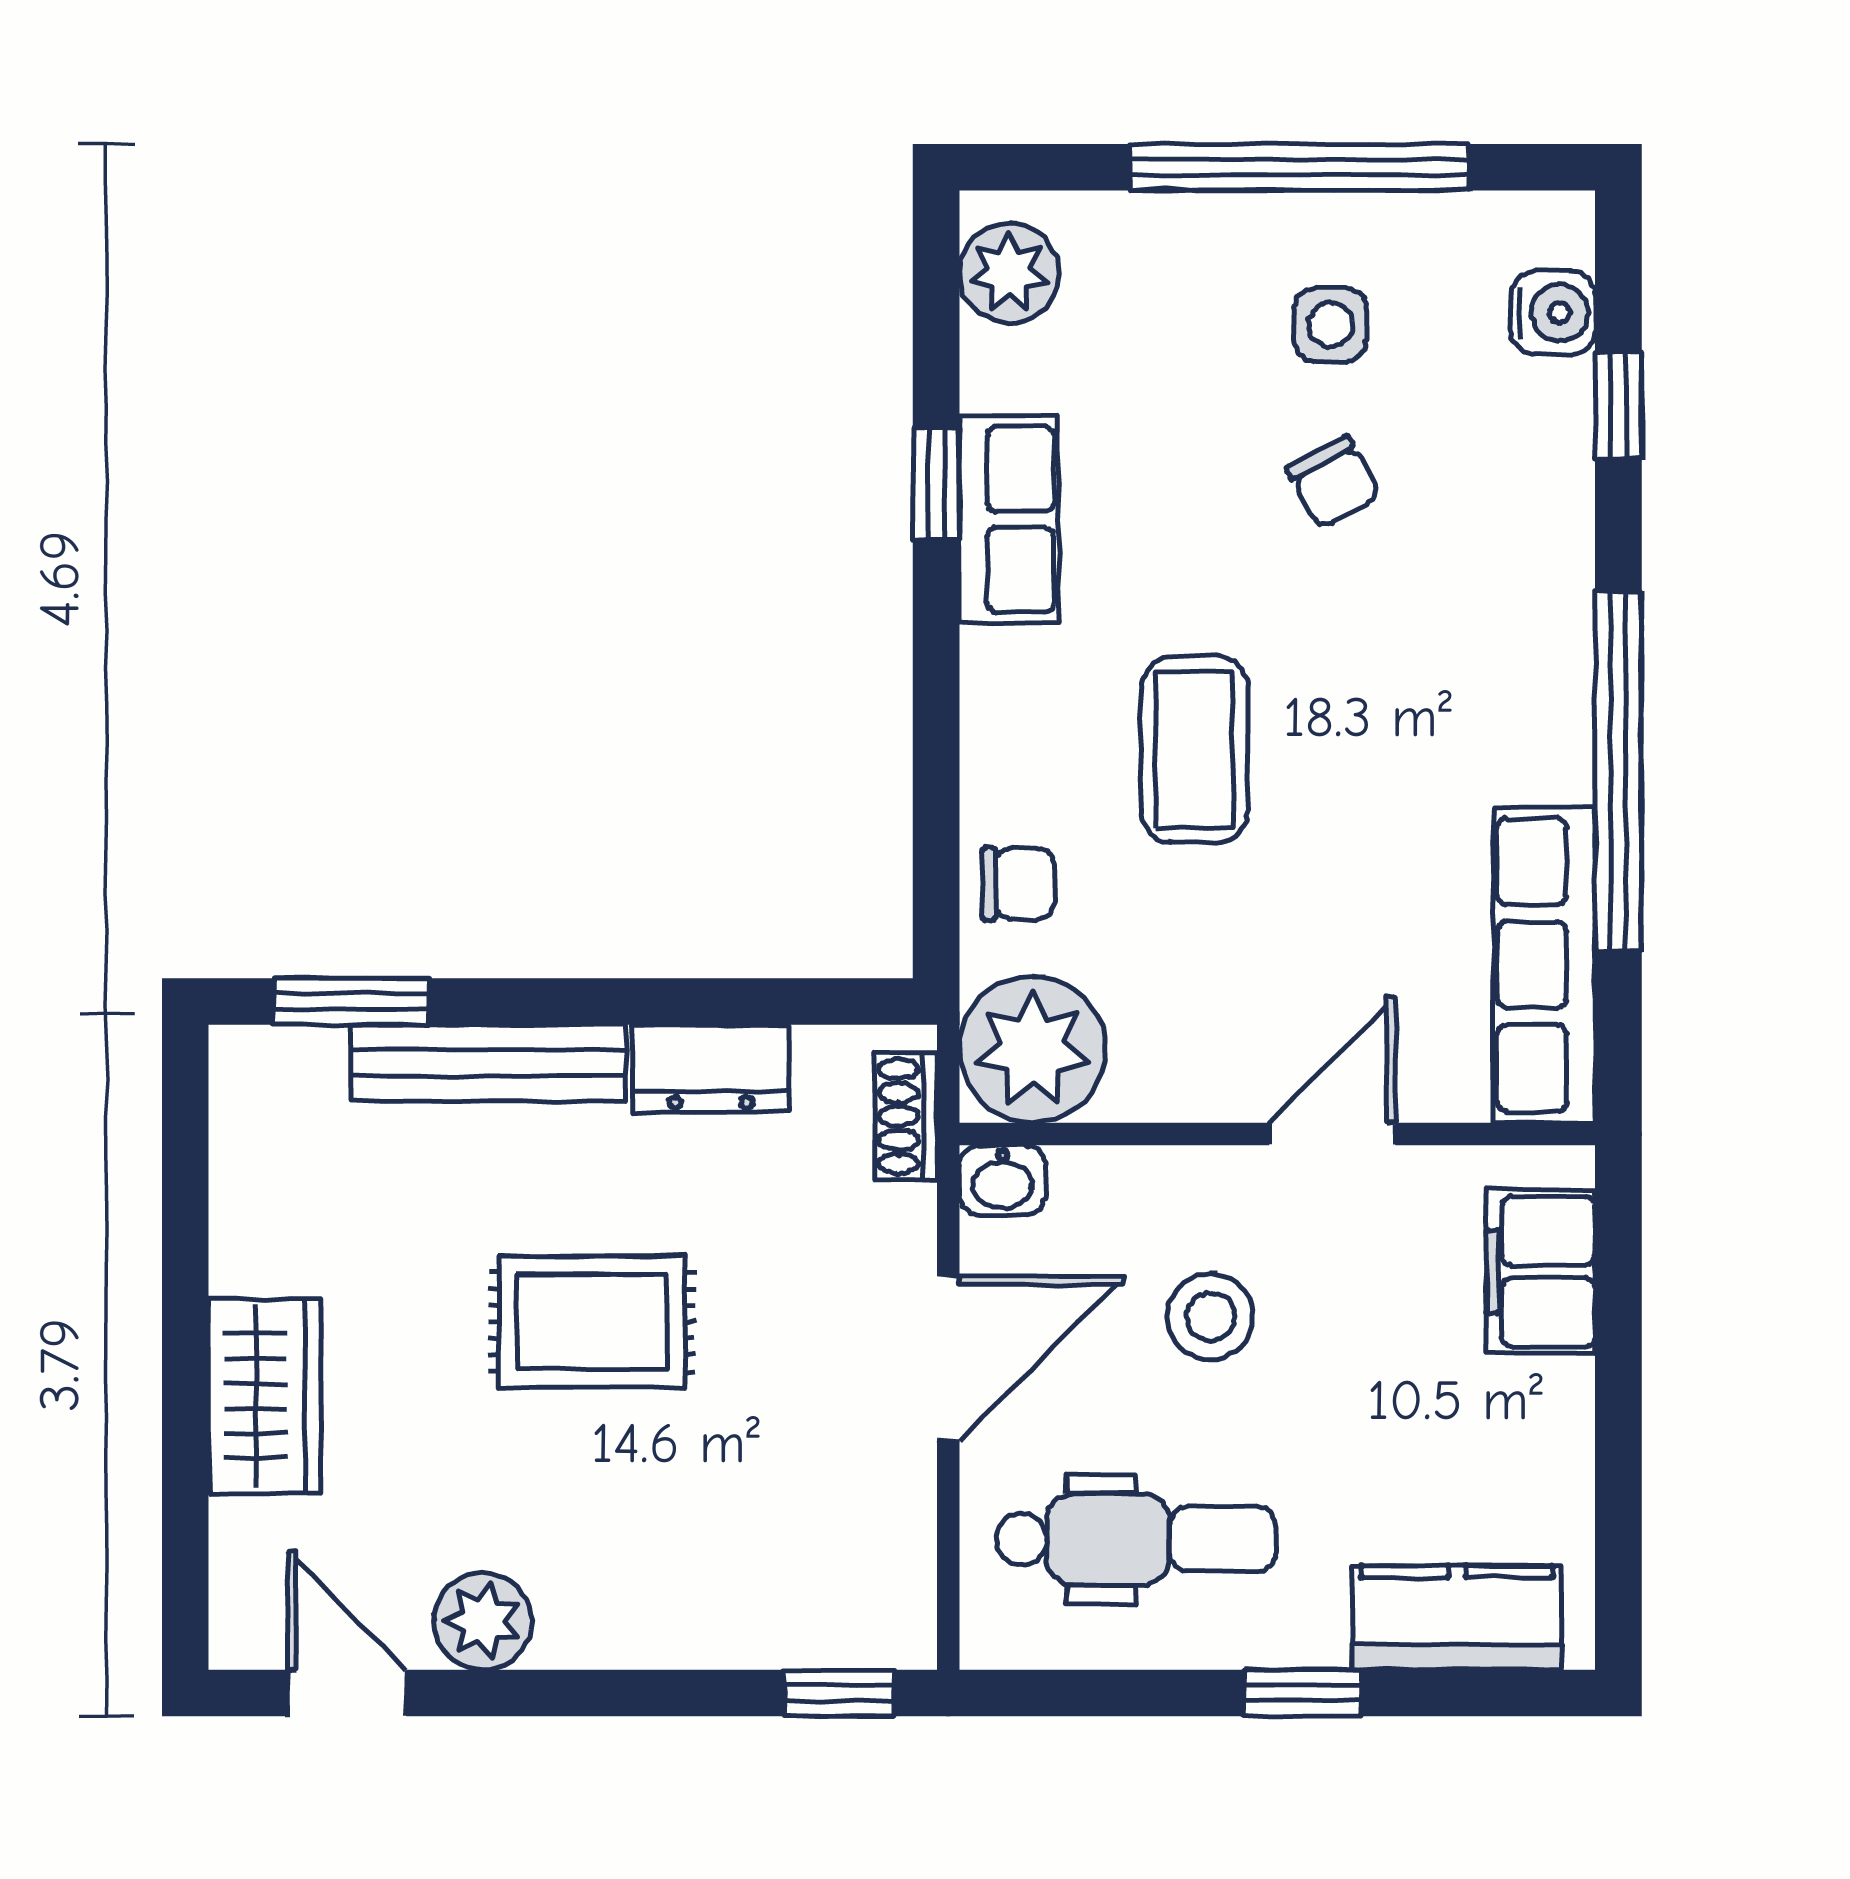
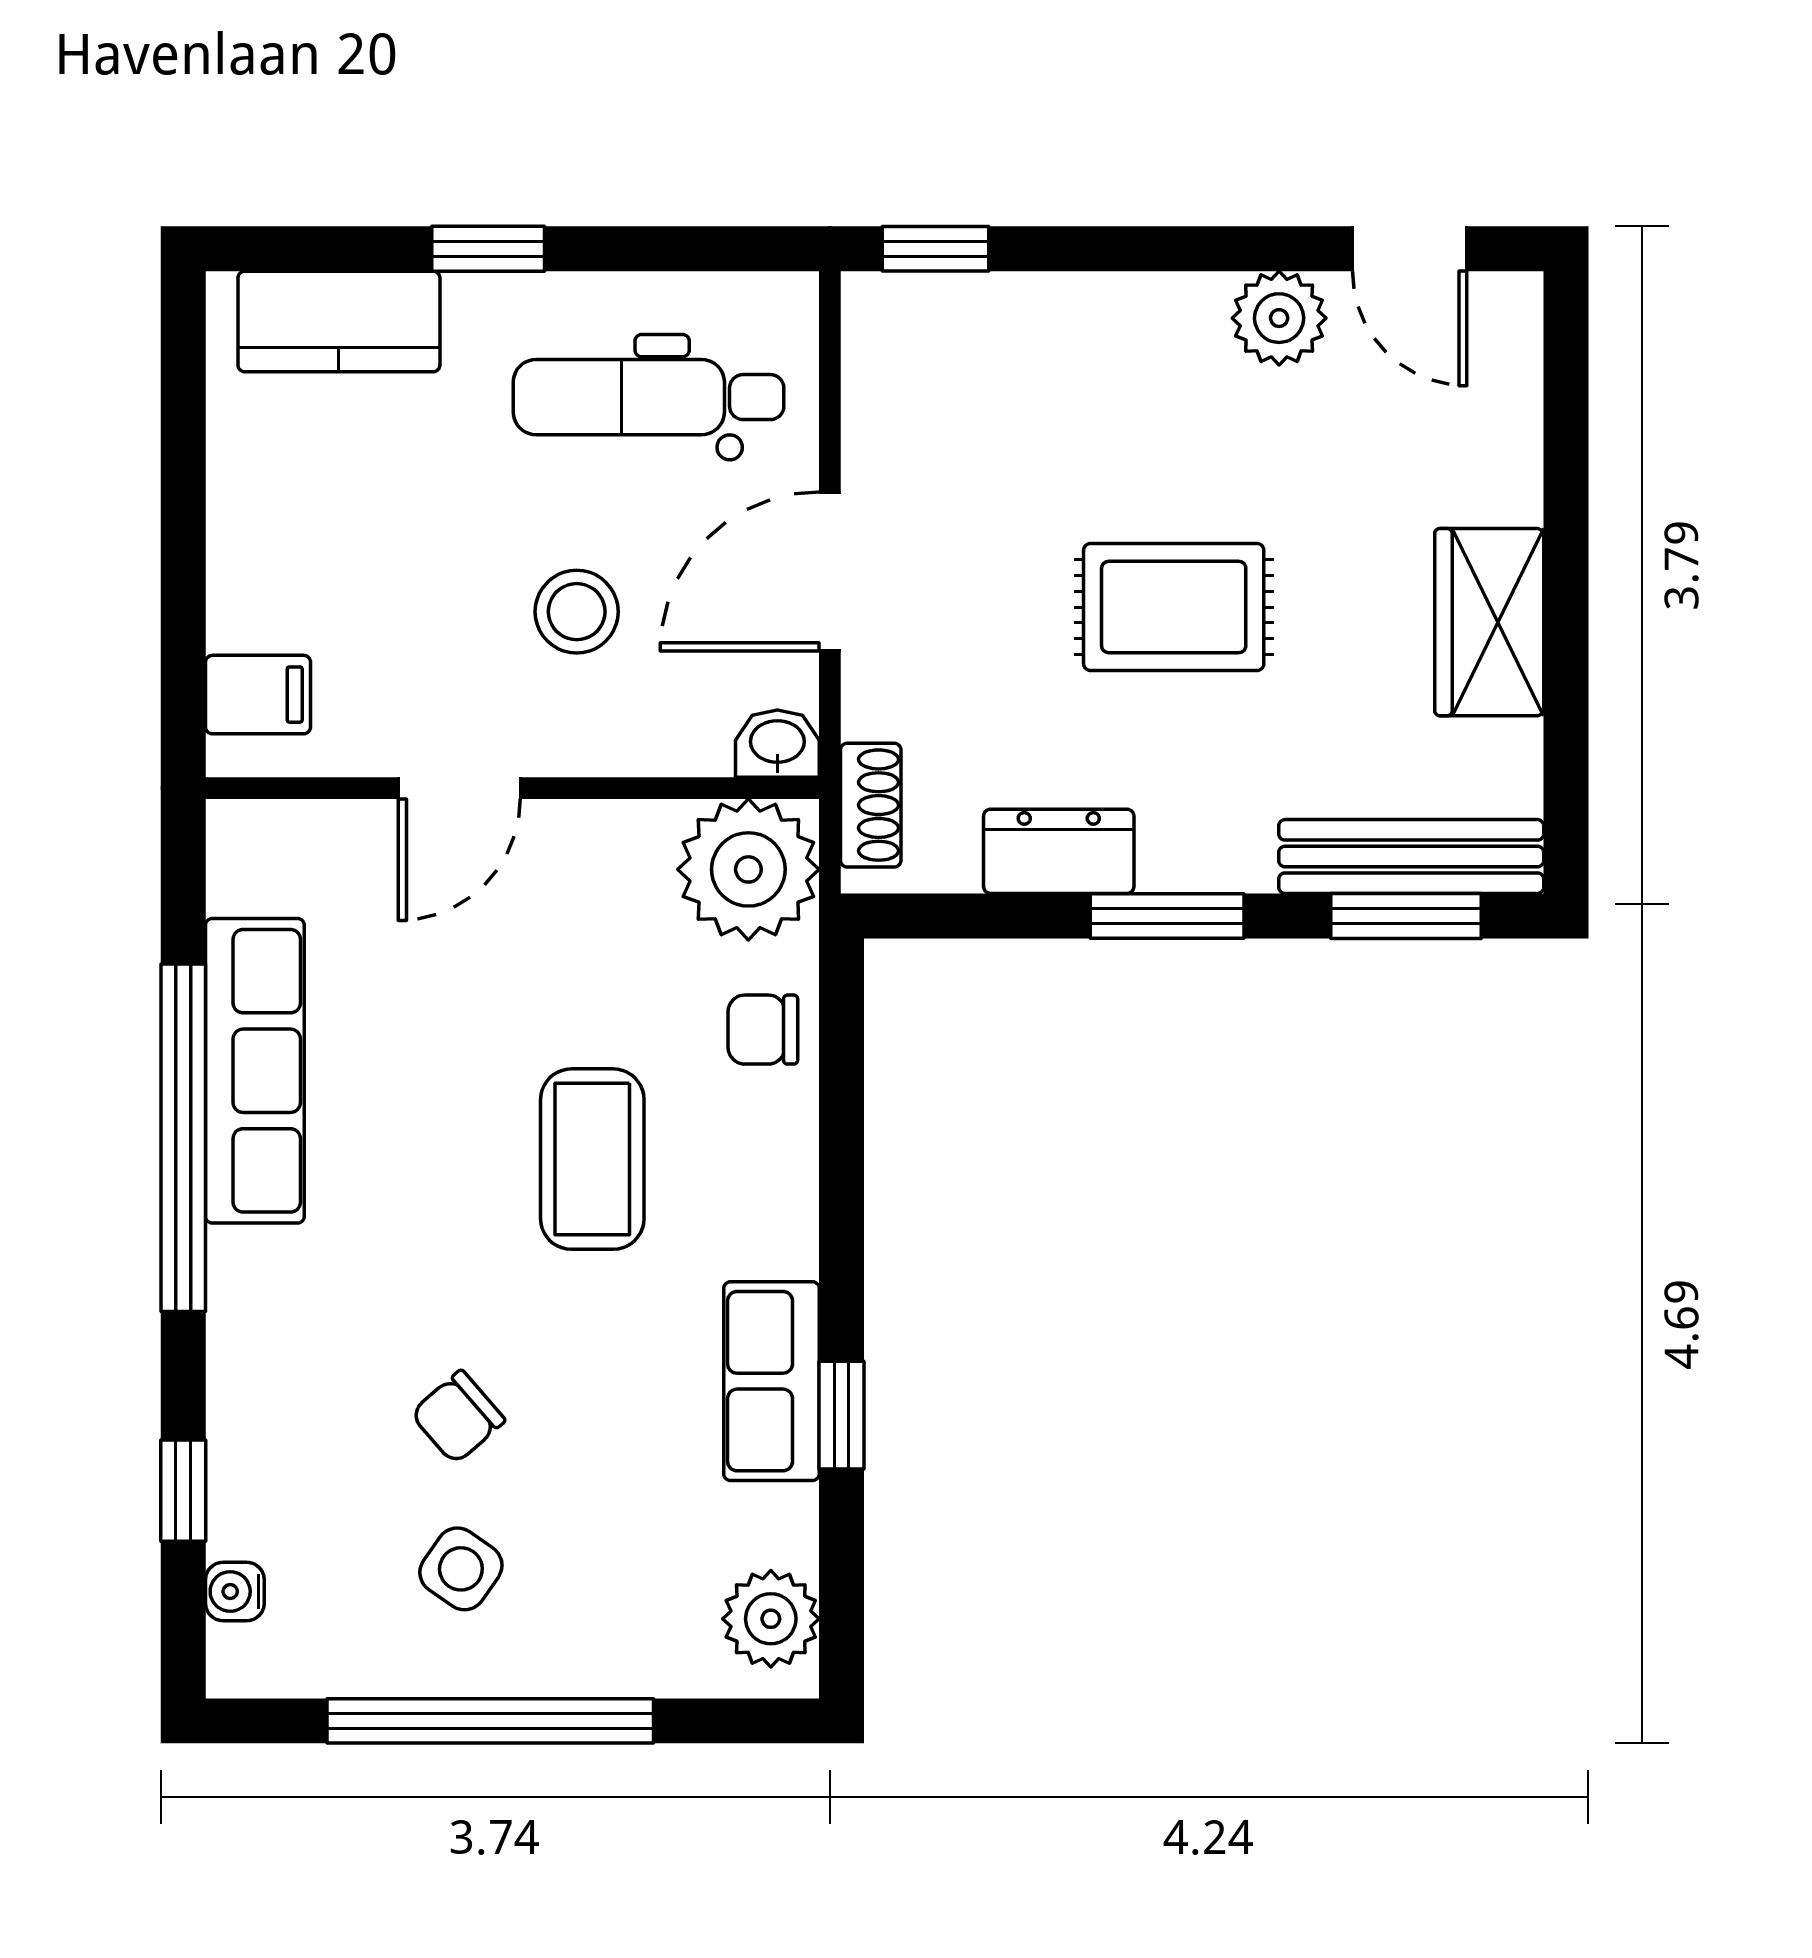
water cooler: (1553, 313) -> (235, 1591), width x0.72, depth x0.72
side table: (1331, 325) -> (461, 1569), turned 35
chair: (1334, 482) -> (458, 1417), turned -102
row of seats: (1544, 965) -> (255, 1071), moved
window: (599, 1001) -> (1167, 916), added
bench: (489, 1063) -> (1411, 857), moved
filing cabinet: (1541, 1272) -> (258, 695), width x0.50
wardrobe: (265, 1396) -> (1489, 622), moved

